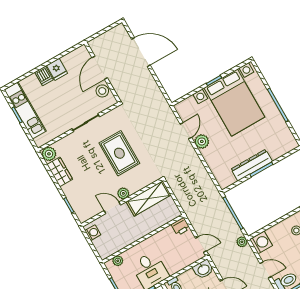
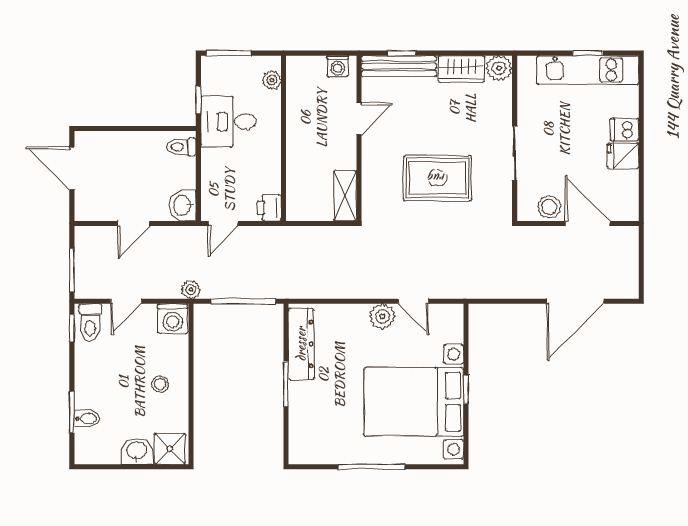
dresser: (252, 165) -> (301, 344), moved
plant: (123, 193) -> (372, 148), removed
shelving: (148, 198) -> (345, 196), width x0.67, depth x0.75
bench: (76, 203) -> (399, 66), added

